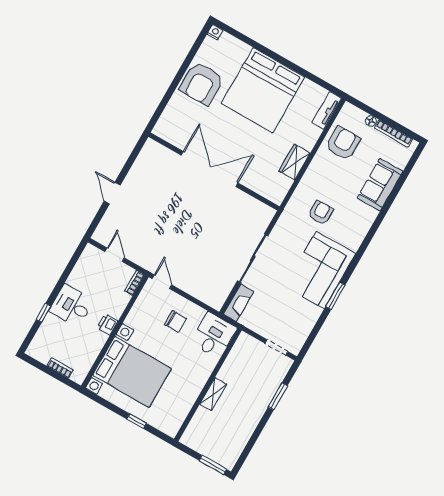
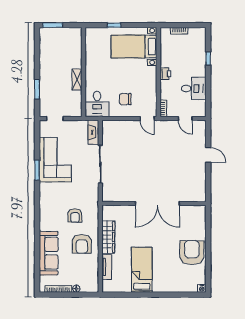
bed: (263, 90) -> (142, 270), width x0.49
tv unit: (327, 110) -> (107, 267), moved
armchair: (343, 143) -> (82, 244), moved
wardrobe: (294, 162) -> (108, 237), width x1.50
sofa: (380, 185) -> (49, 253), width x1.36
corner sofa: (320, 270) -> (55, 160), moved
desk: (71, 306) -> (194, 88), moved
bed with nightstands: (132, 372) -> (134, 47), width x0.73
shelving: (213, 394) -> (77, 80), moved

